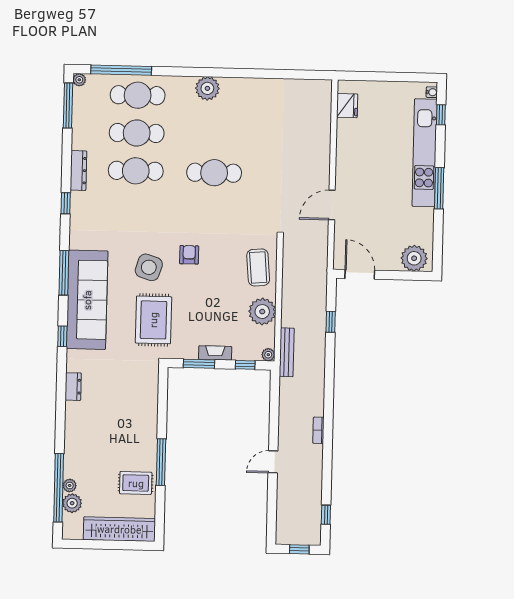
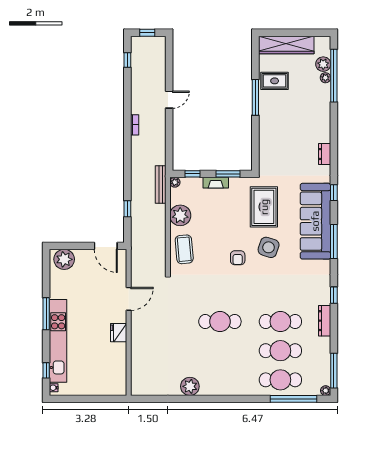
plant: (207, 88) -> (190, 386), moved
fridge: (347, 106) -> (119, 333), moved

